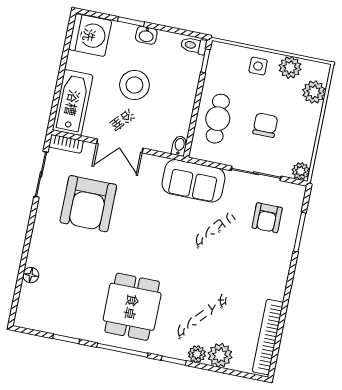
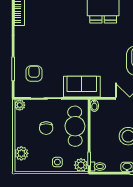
plant: (290, 67) -> (81, 165), moved
cafe table: (218, 119) -> (75, 126), width x1.37, depth x1.35

